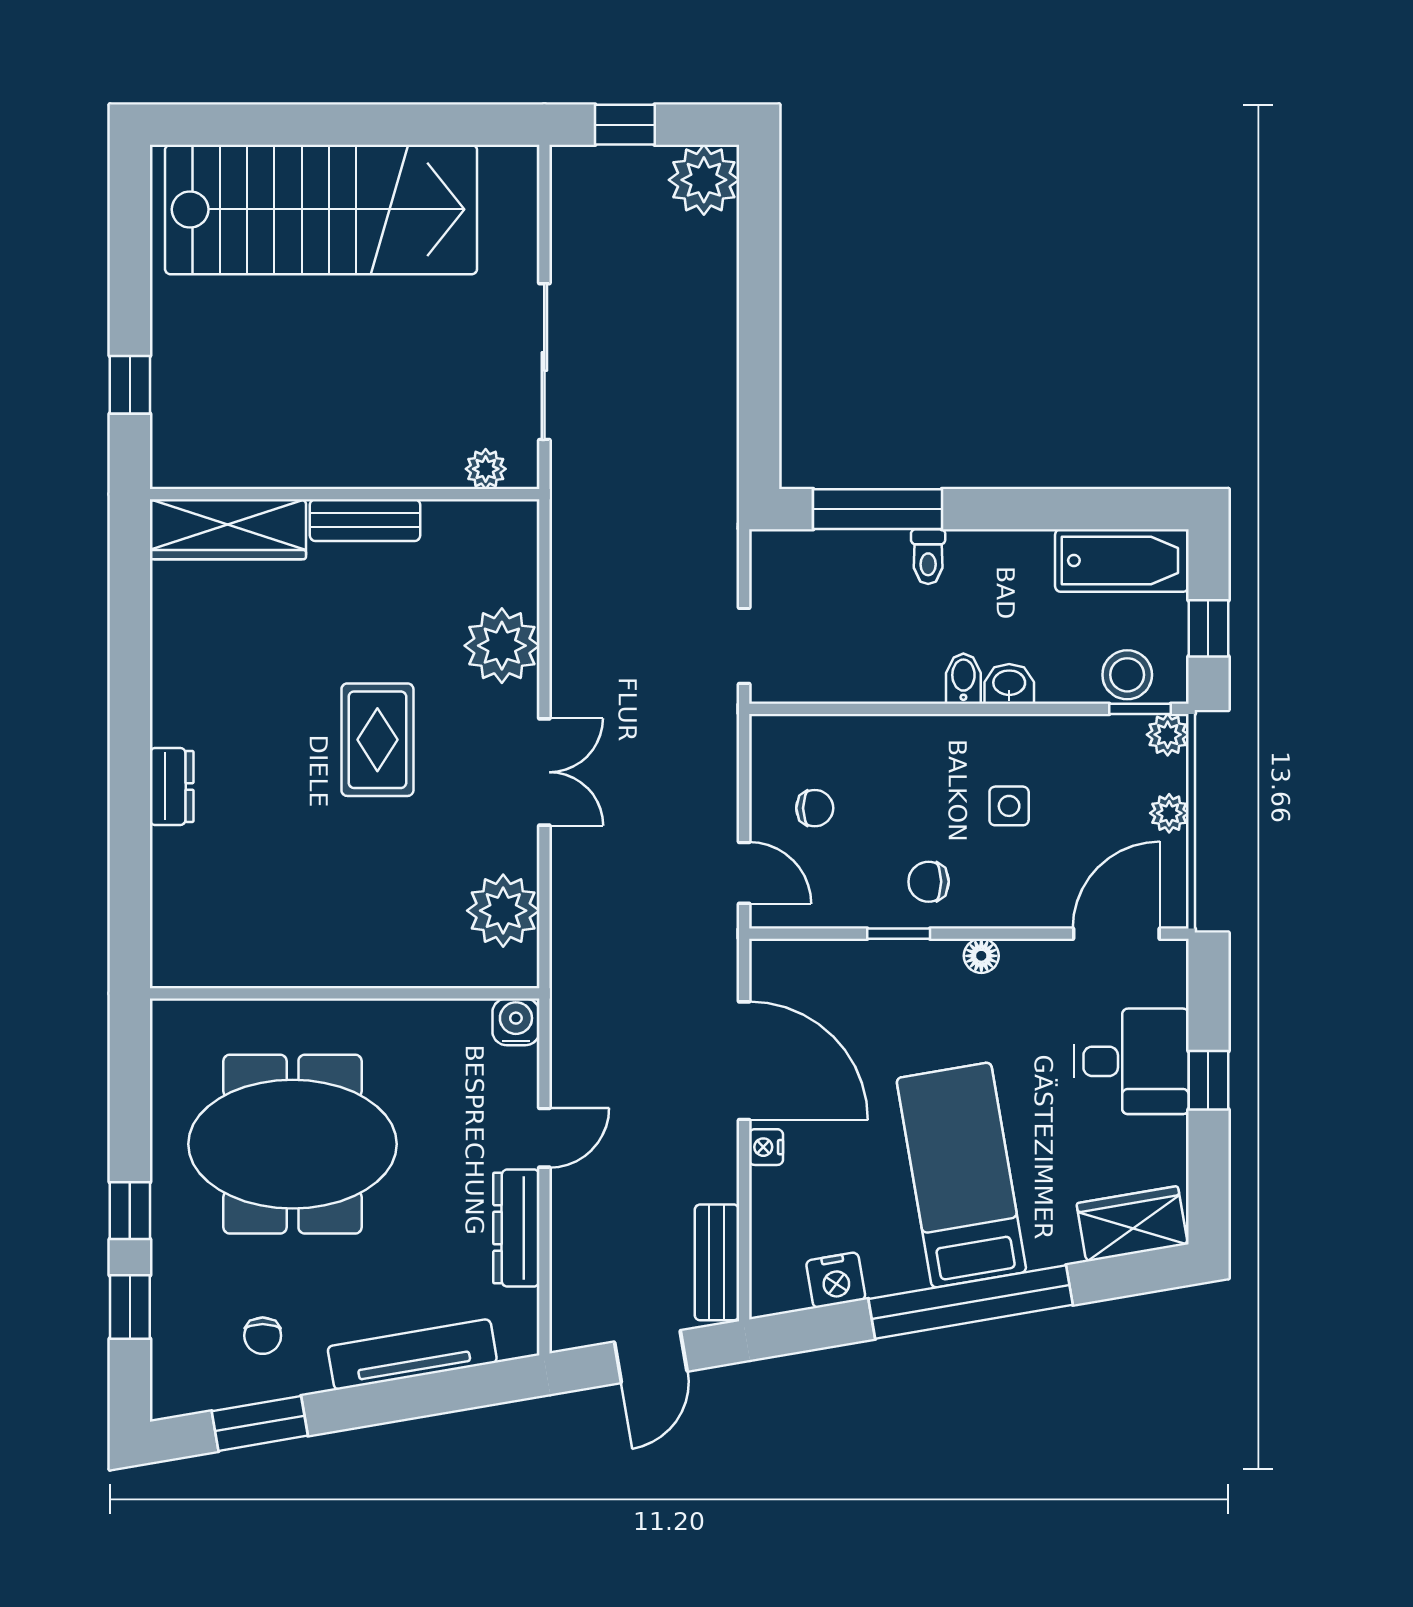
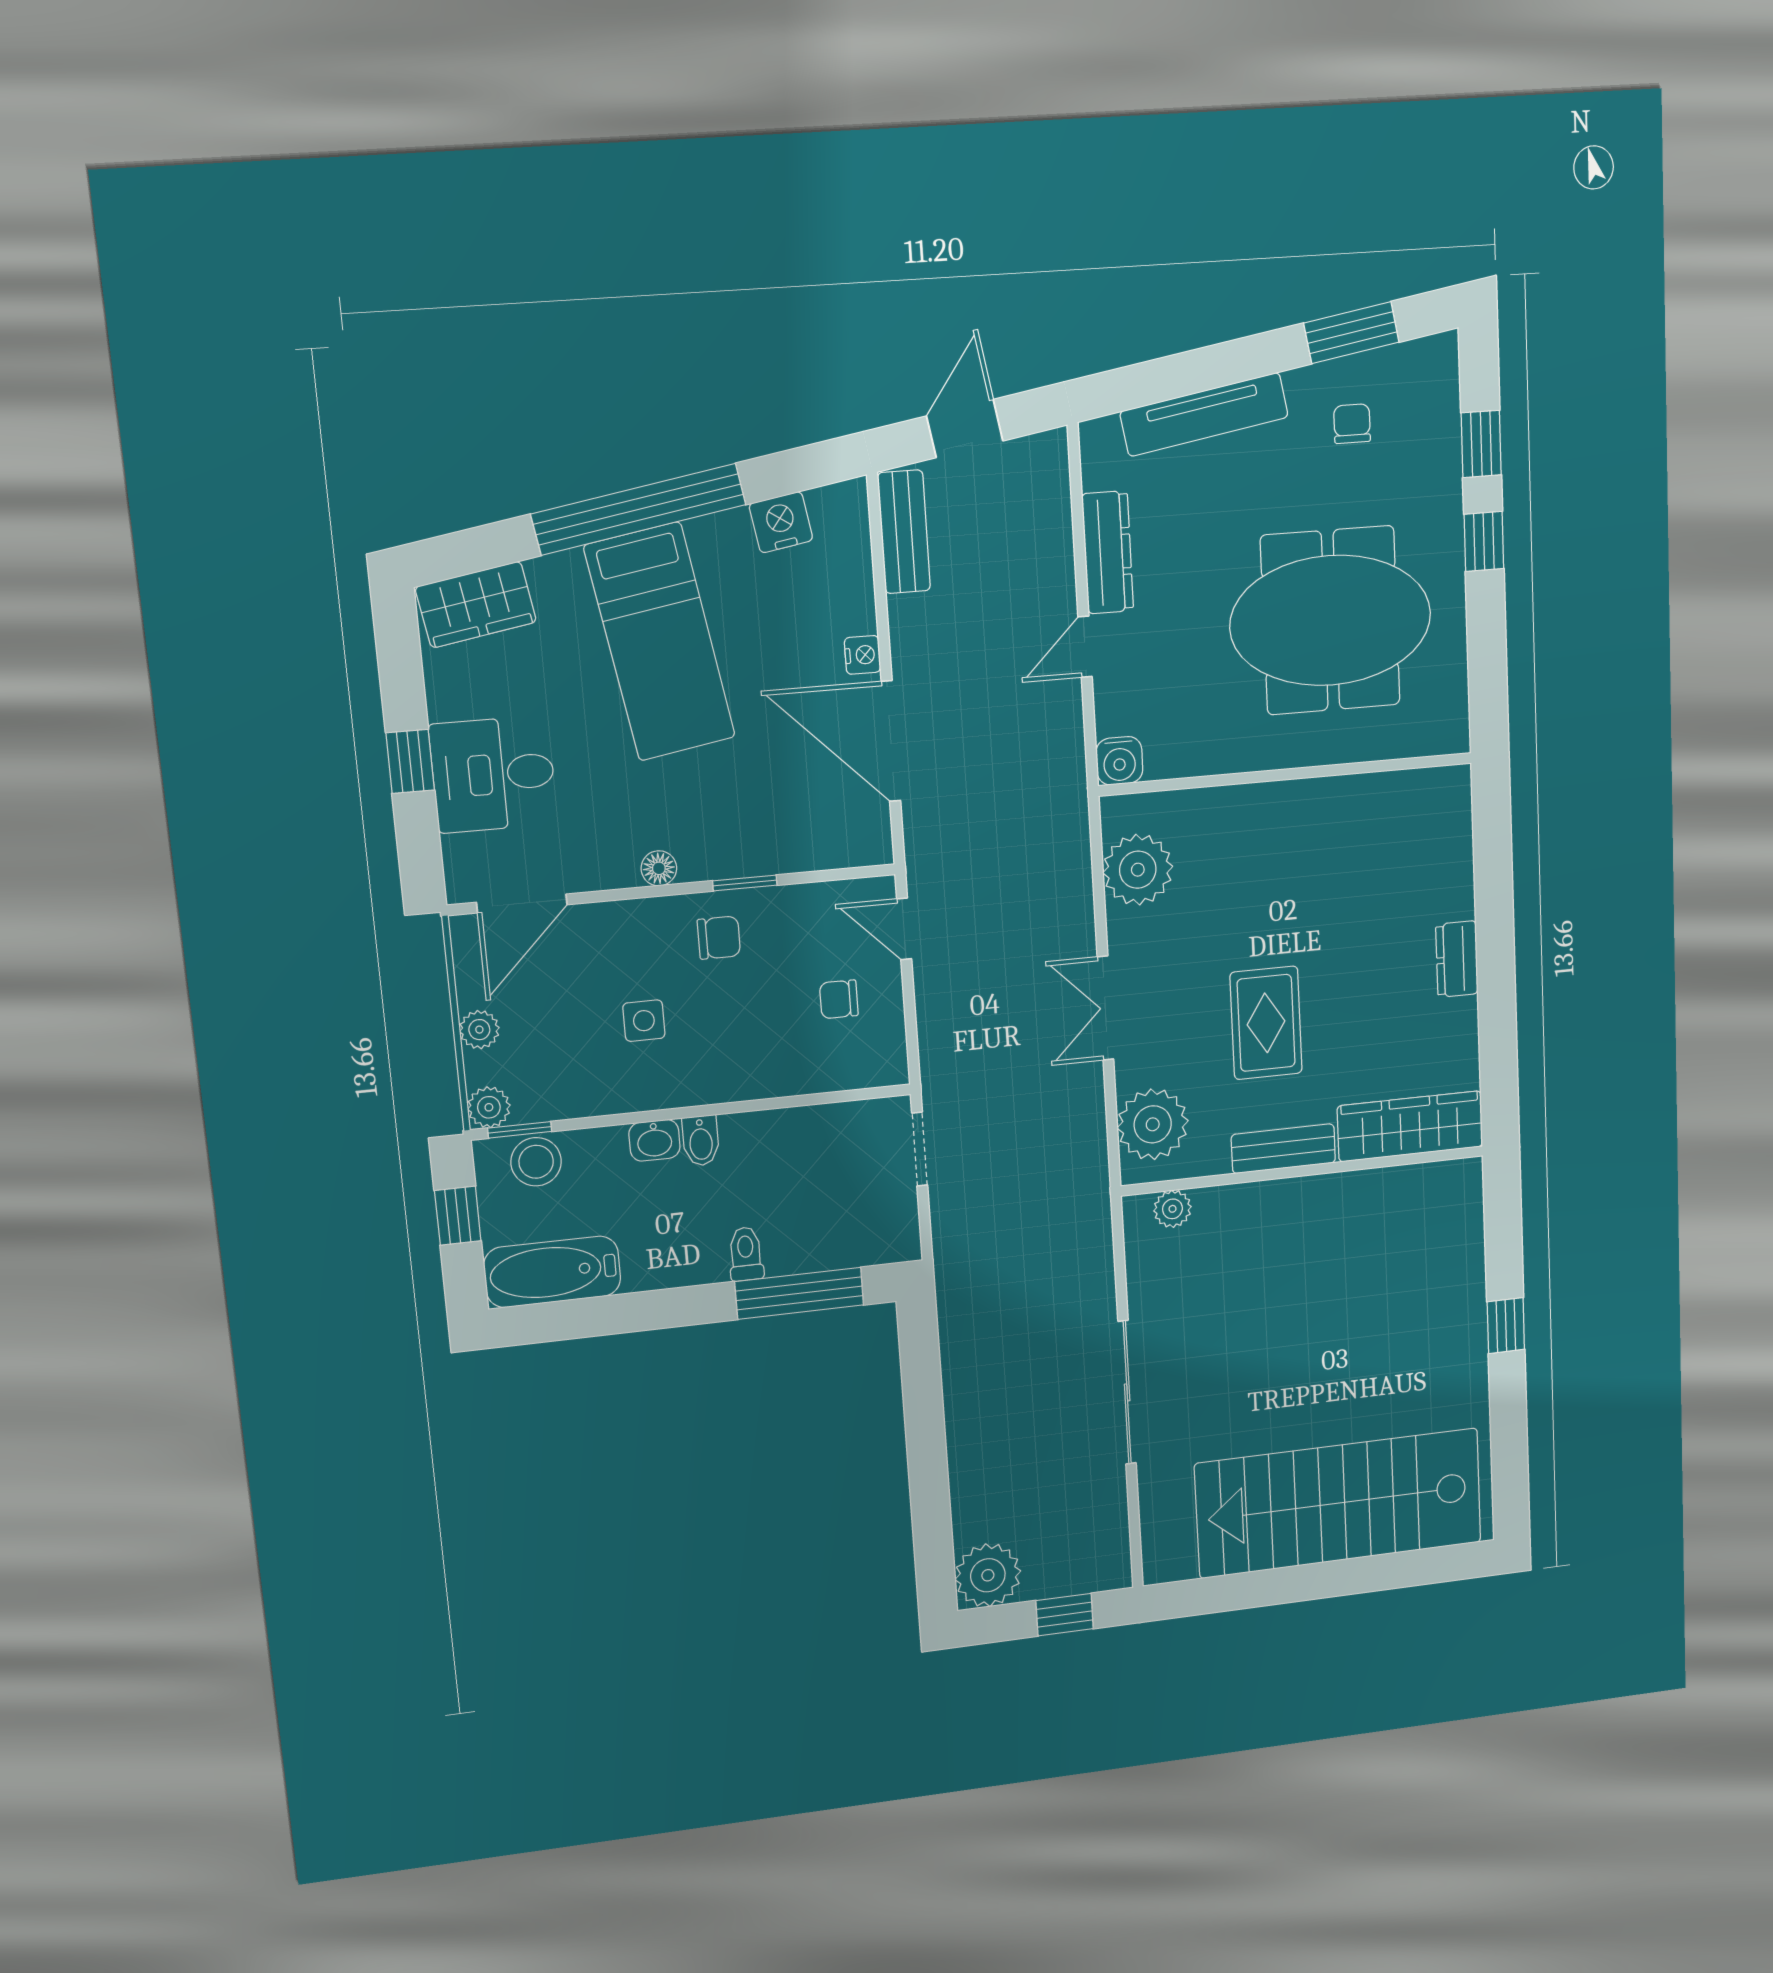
plant: (486, 469) -> (1172, 1209), moved
wall: (345, 494) -> (1303, 1171), moved
bench: (365, 520) -> (1283, 1149), moved
wardrobe: (228, 529) -> (1410, 1126), moved

